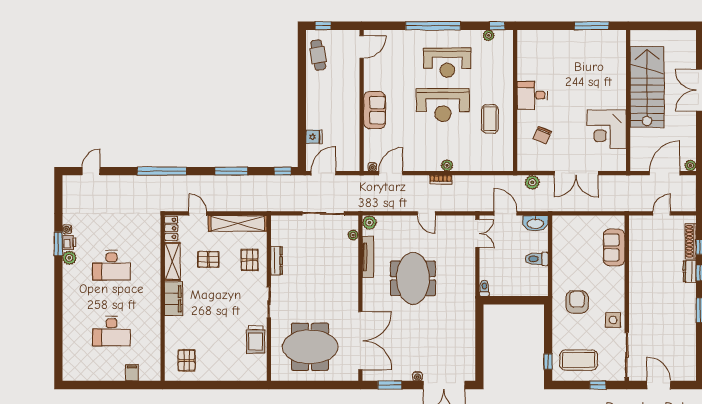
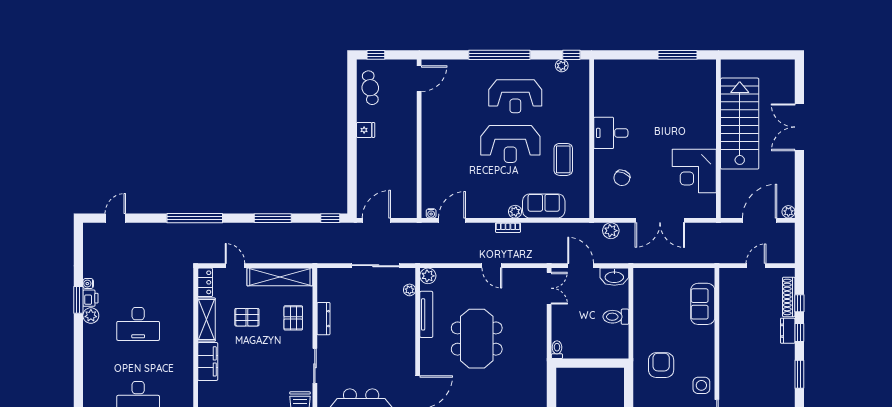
sofa: (375, 110) -> (544, 206), moved, turned -90
fridge: (314, 137) -> (366, 130), moved

